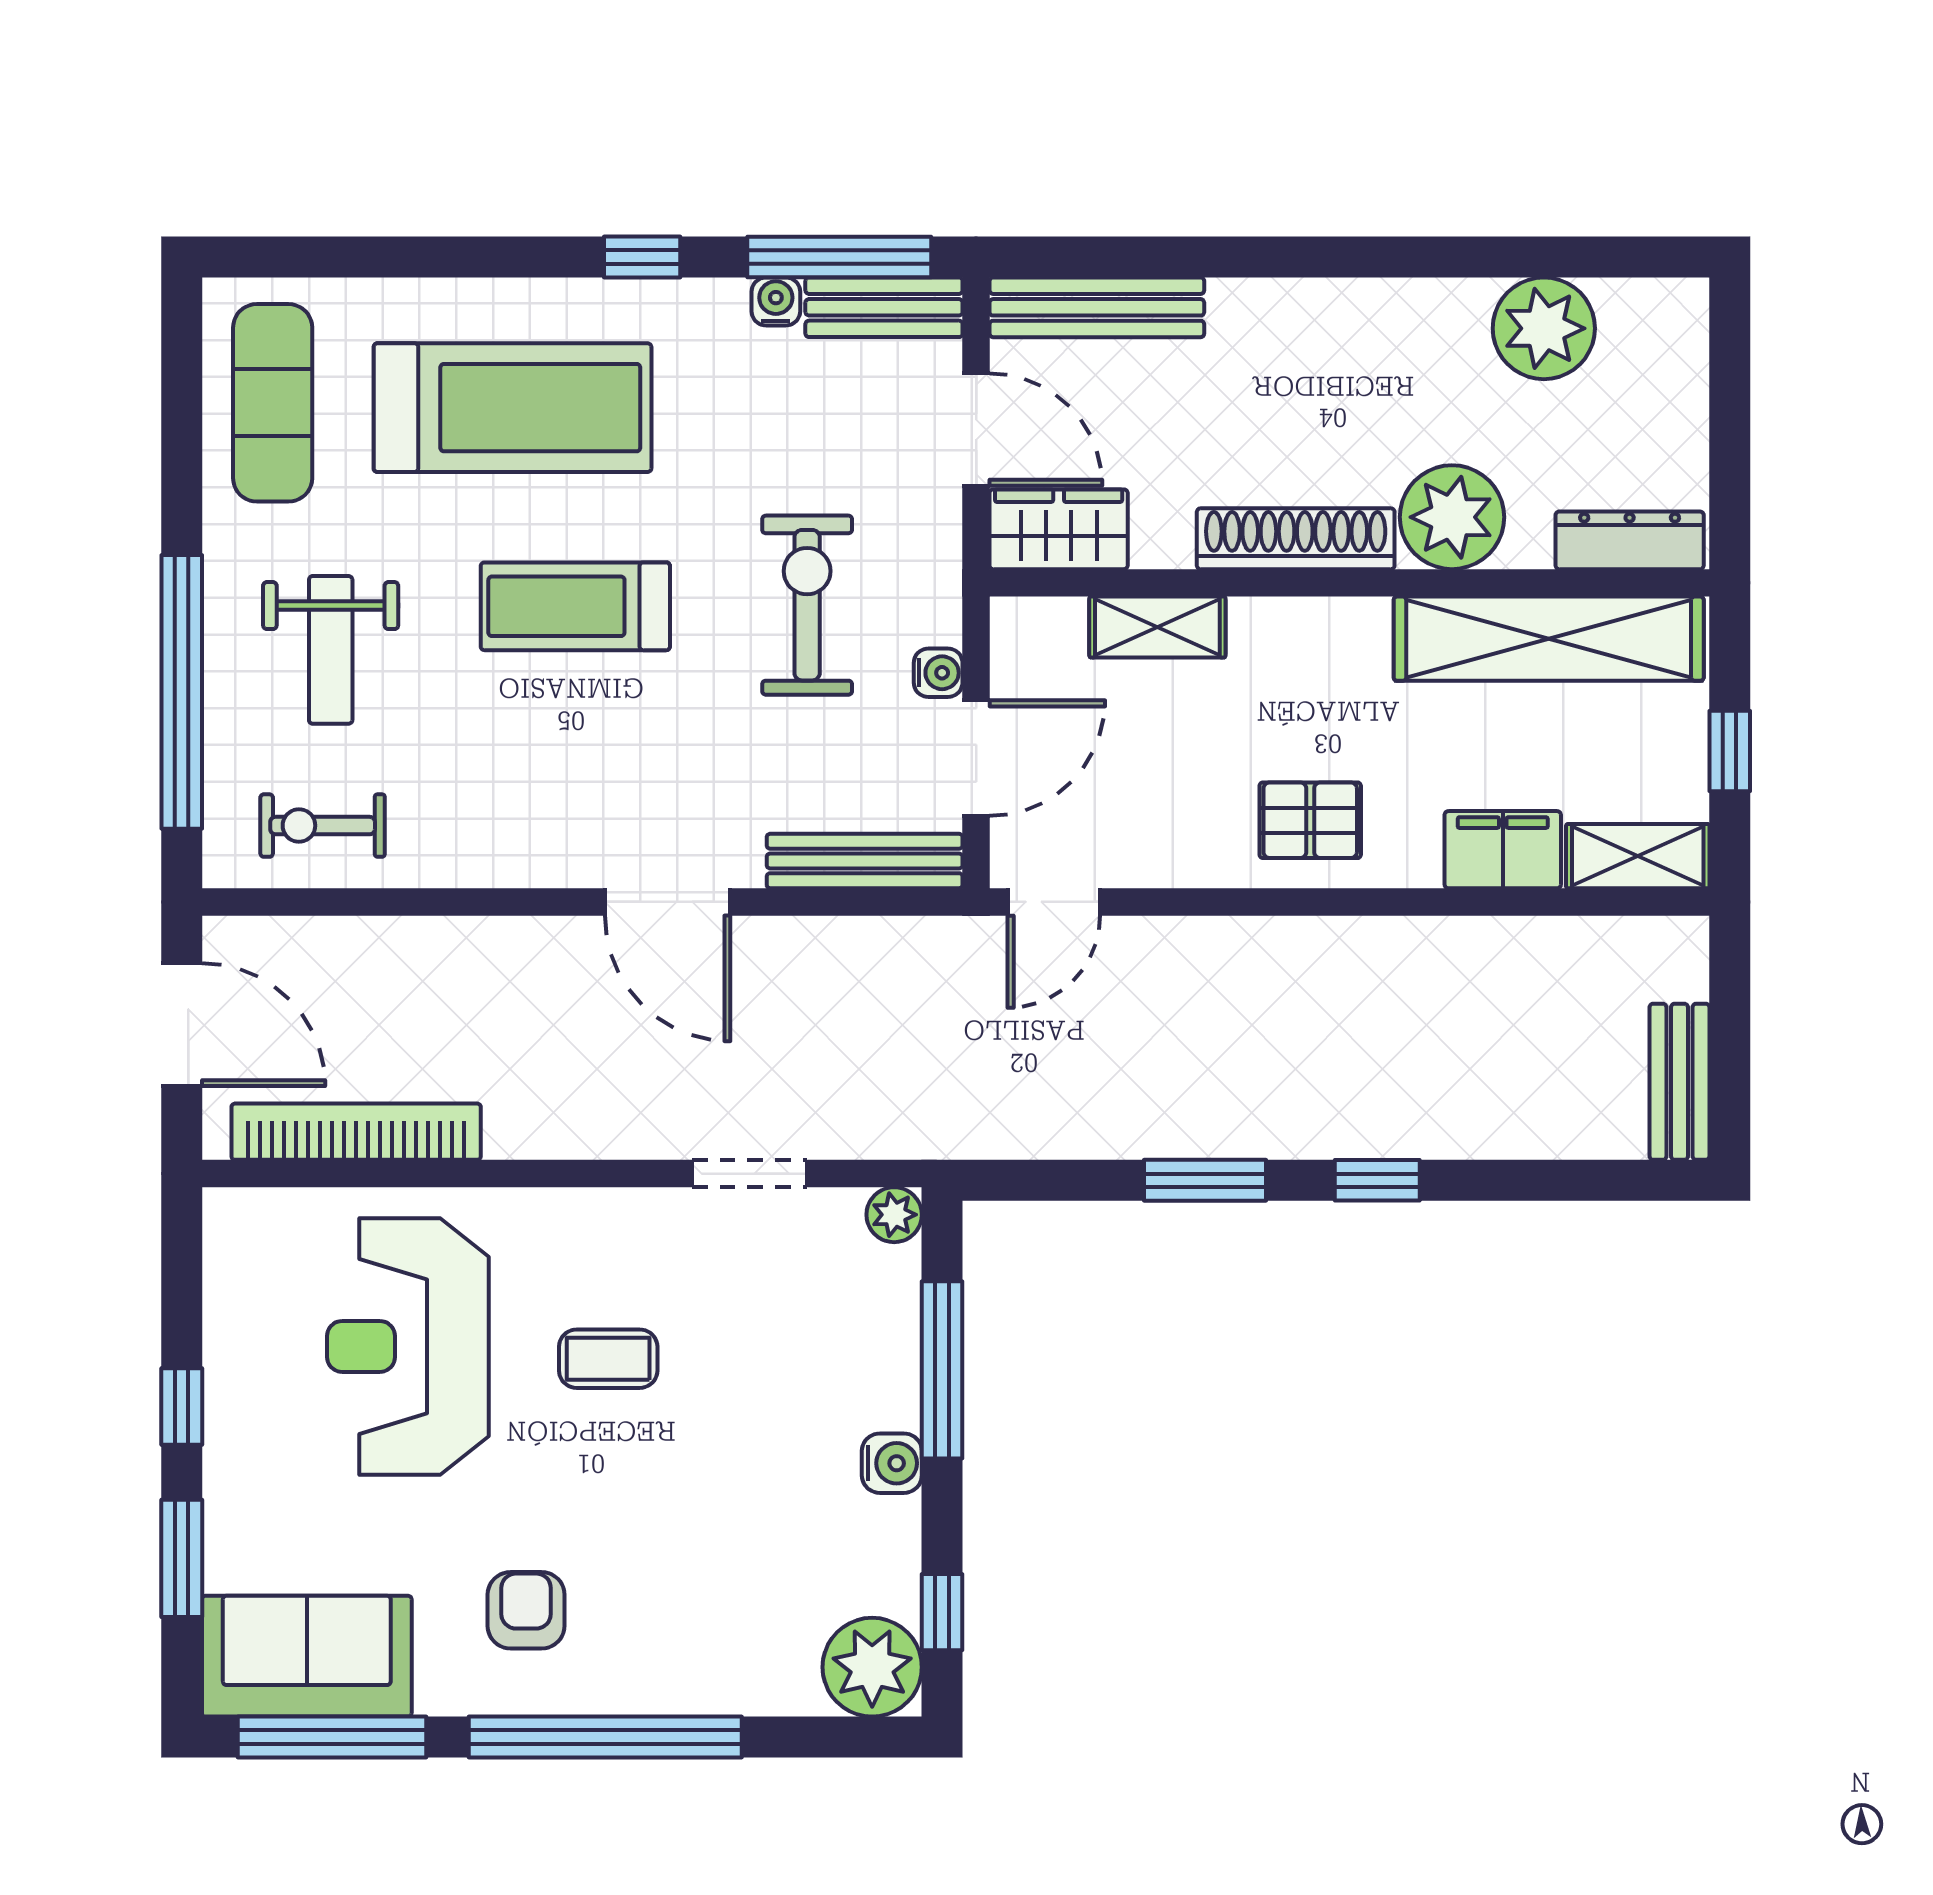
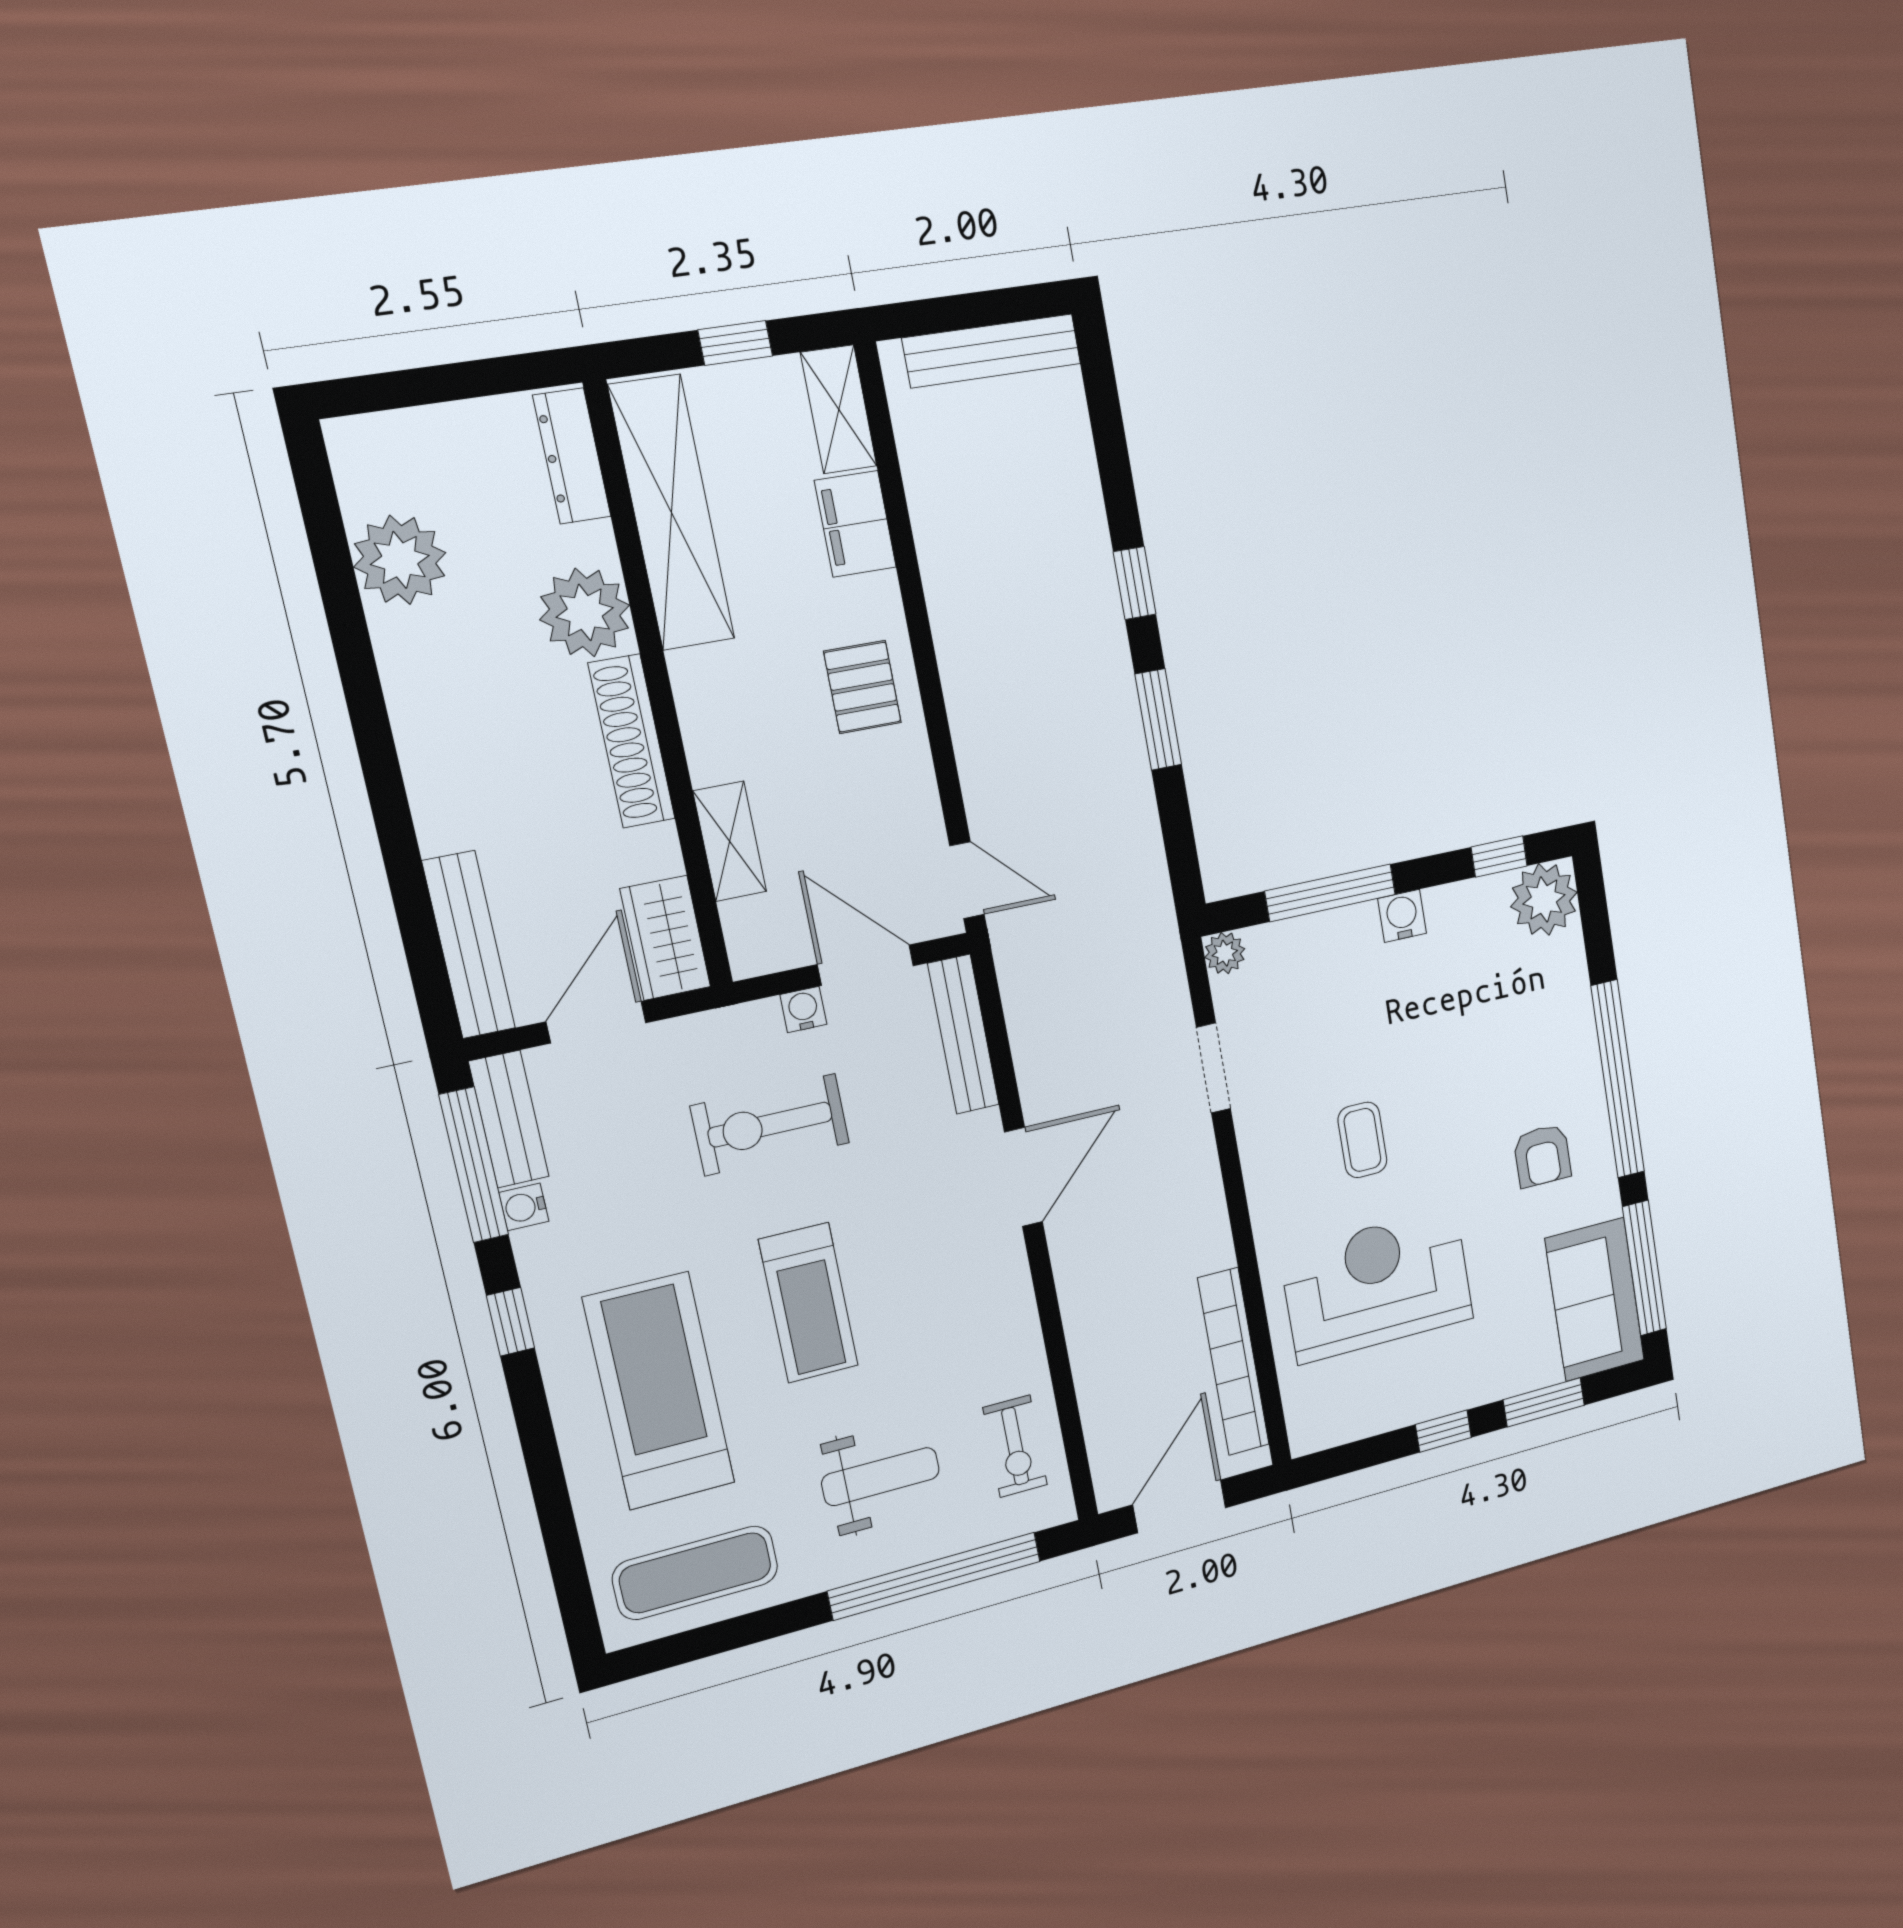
bench: (1679, 1082) -> (992, 351), width x1.36
reception desk: (408, 1346) -> (1377, 1285), turned 180
armchair: (526, 1610) -> (1542, 1156), turned -90

